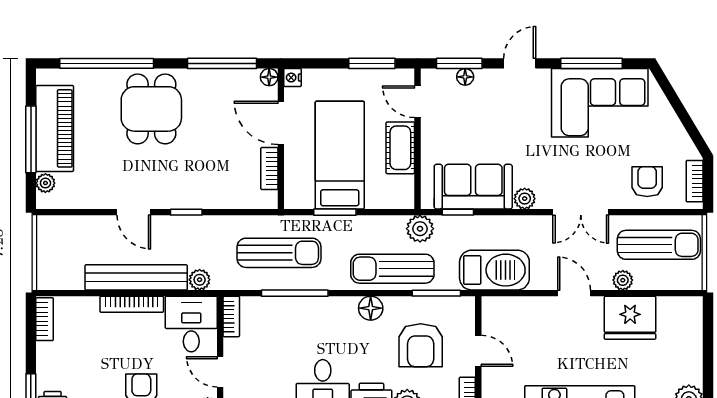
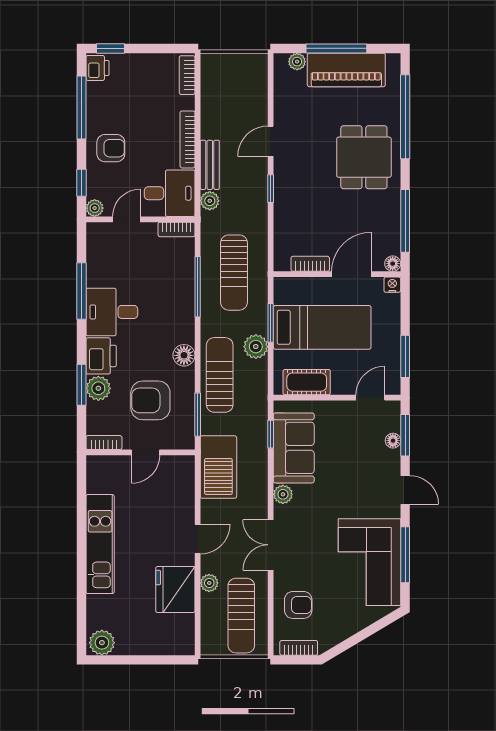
dining table: (151, 109) -> (364, 157), turned 90
cot: (400, 148) -> (307, 382), moved
plant: (420, 229) -> (256, 347), moved
bench: (136, 277) -> (210, 165), width x0.54, depth x0.82
bookcase: (45, 319) -> (187, 75), moved, turned 90

